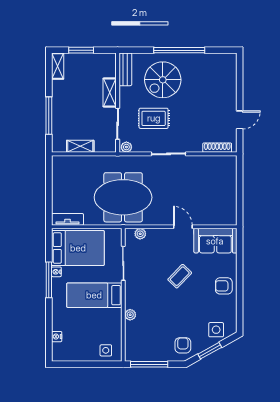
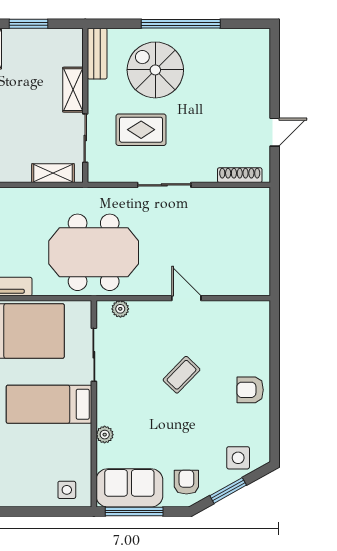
spiral stairs: (163, 80) -> (155, 70), turned 90
shelving: (80, 146) -> (53, 173), moved
plant: (126, 147) -> (99, 174), removed
sofa: (215, 241) -> (129, 488), moved, turned 180

